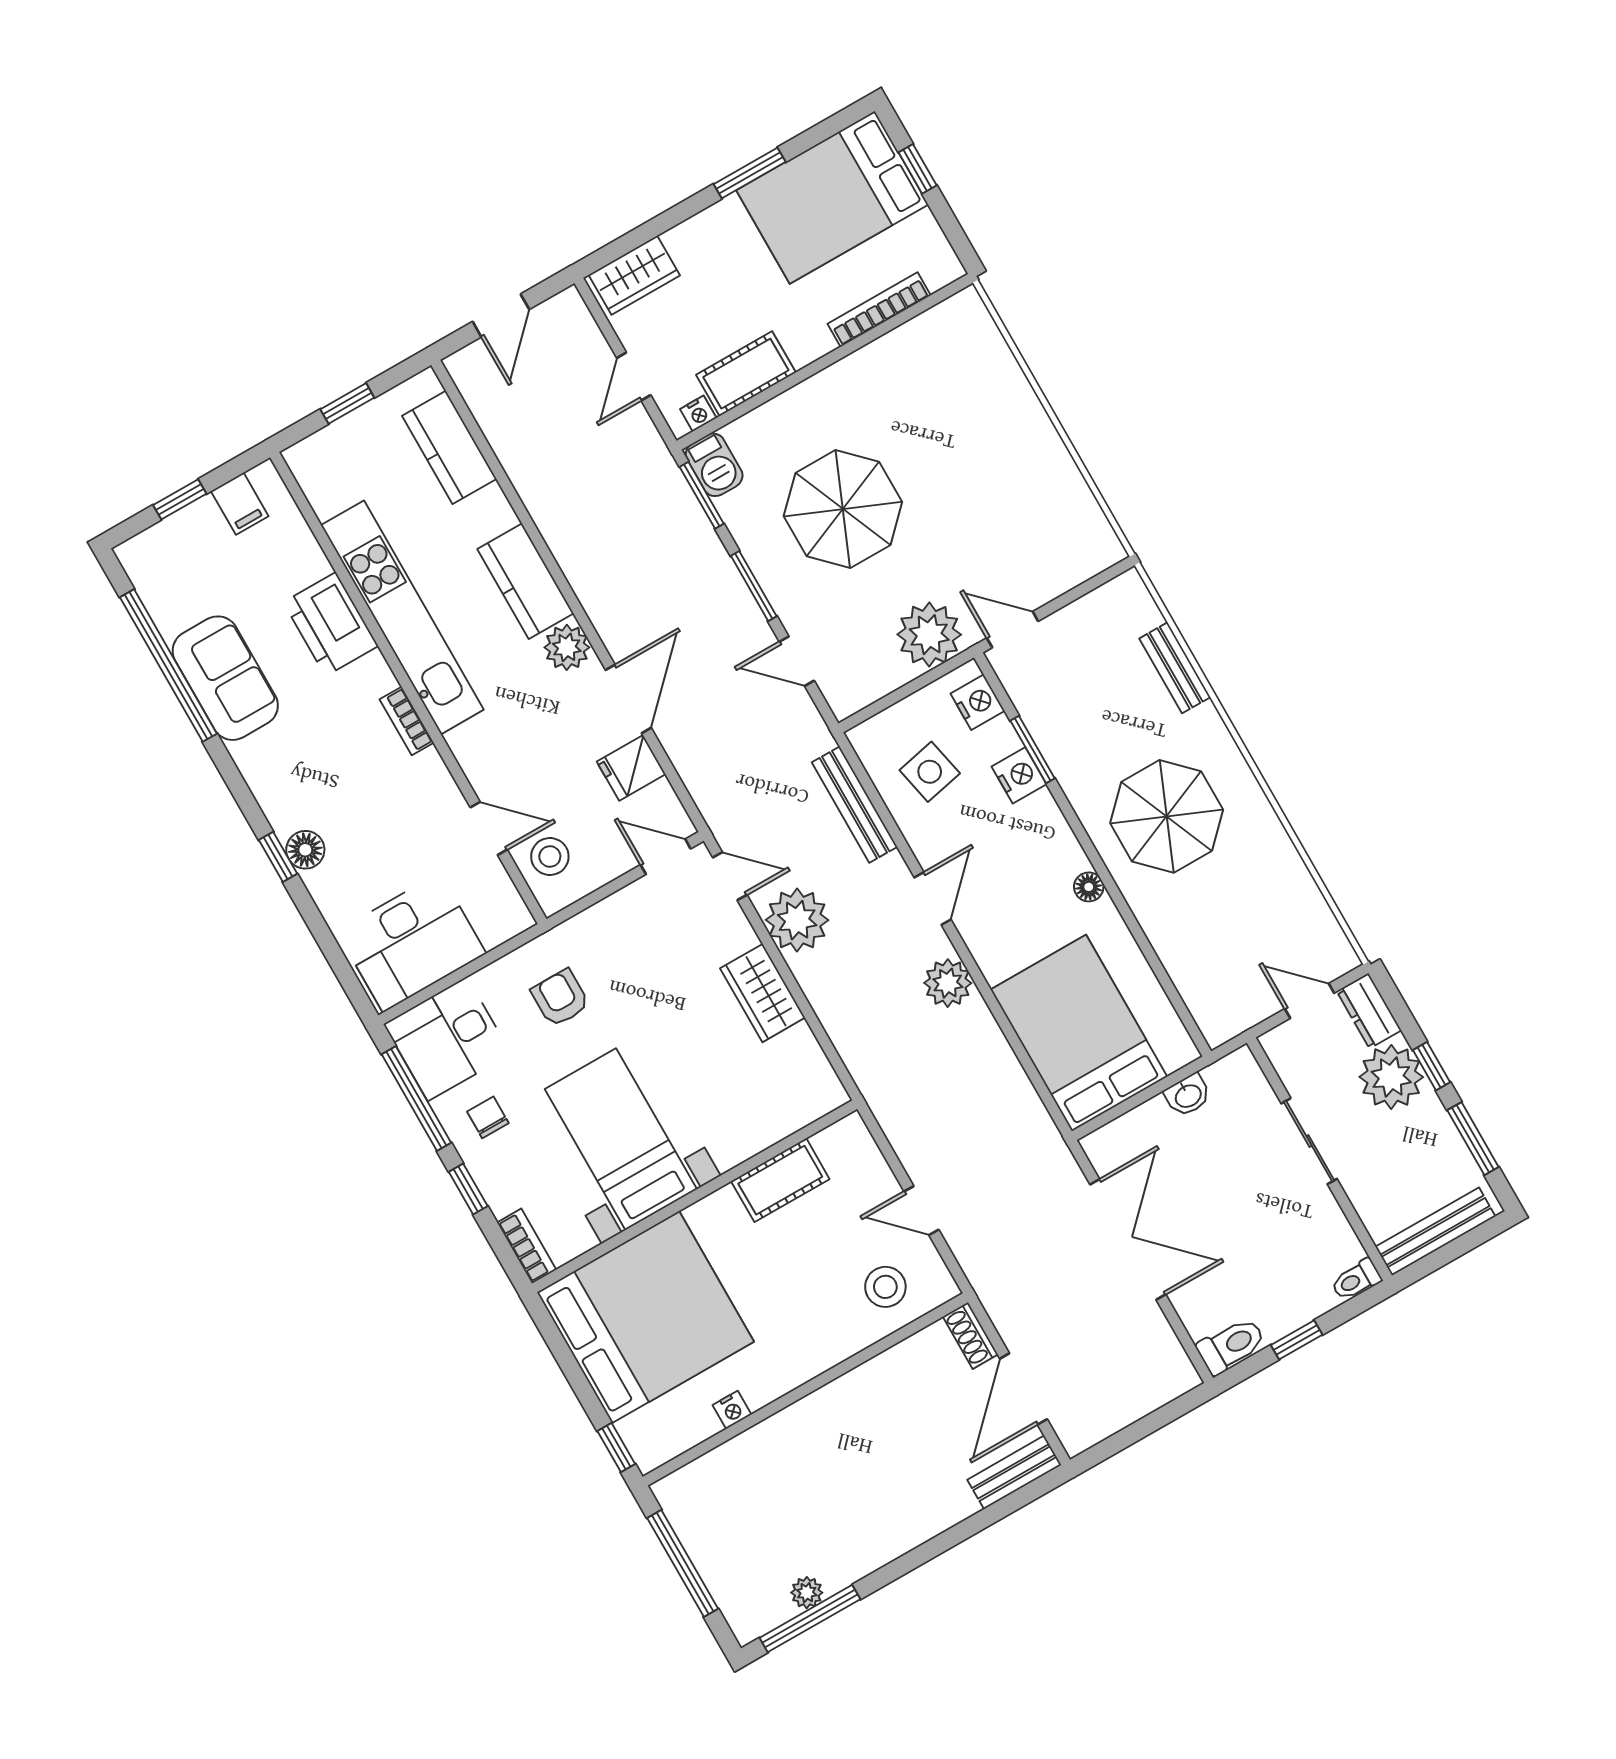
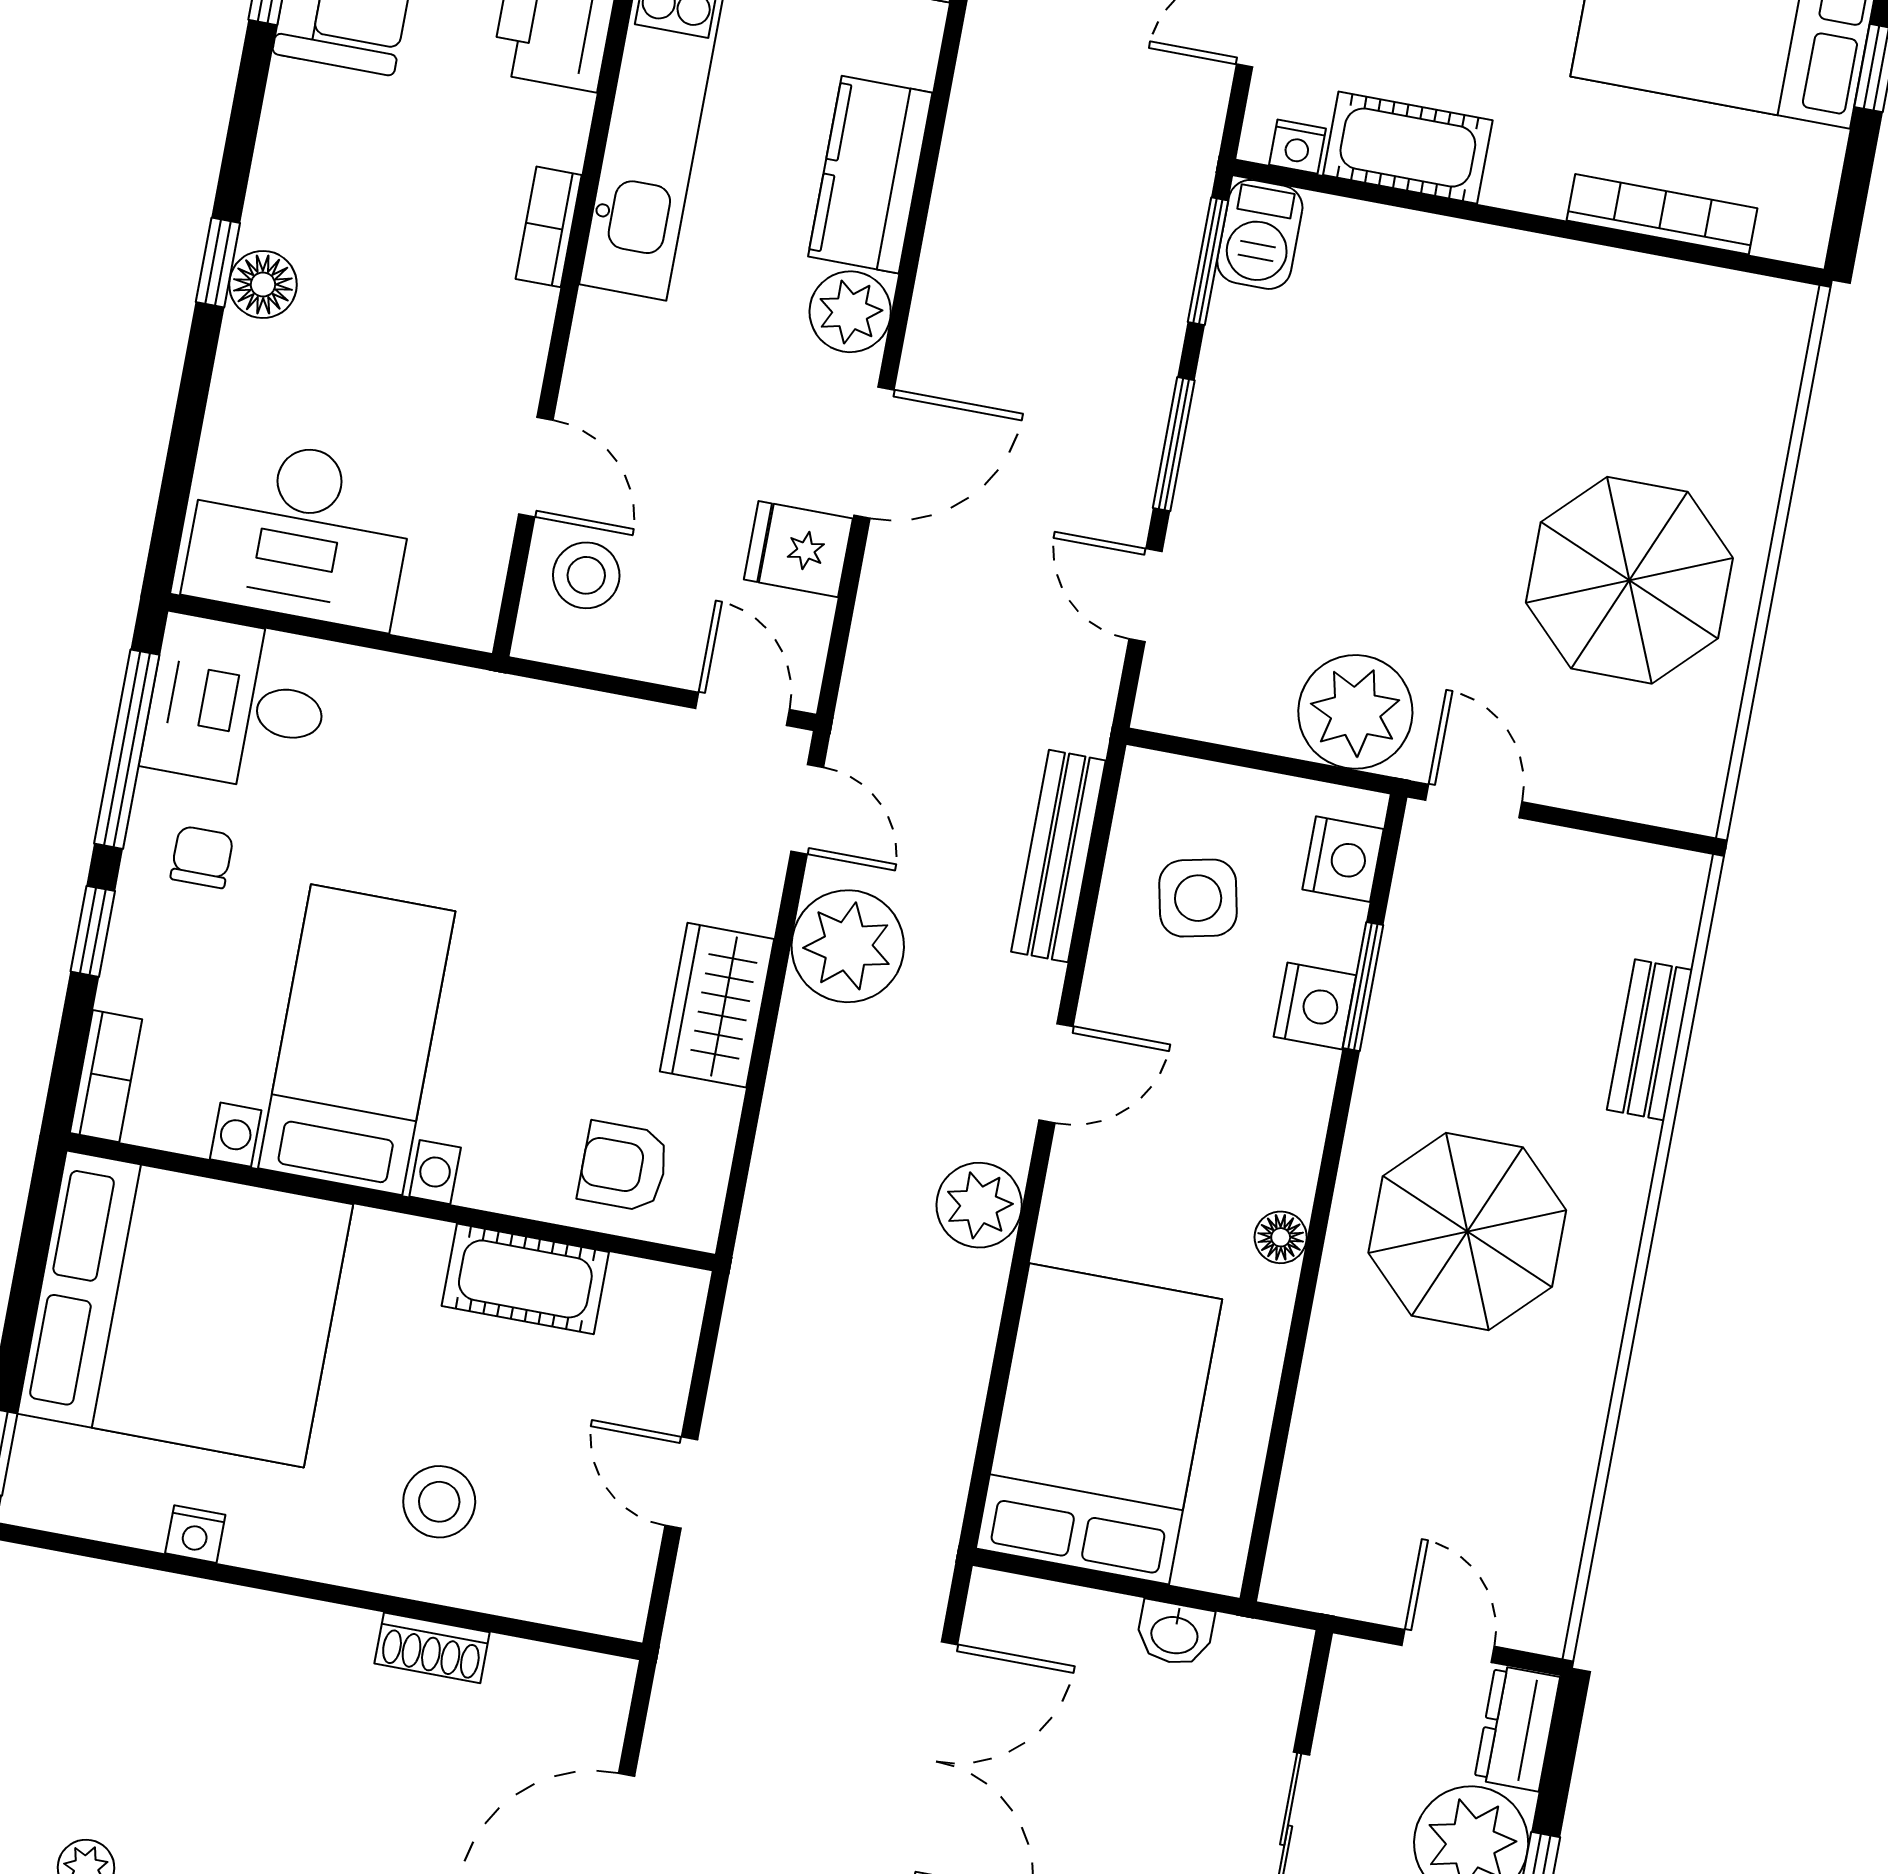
parasol: (843, 509) -> (1629, 580), moved
armchair: (560, 998) -> (624, 1167), moved, turned -90
stool: (885, 1287) -> (439, 1502), moved
shoe rack: (970, 1335) -> (432, 1648), moved, turned -90

